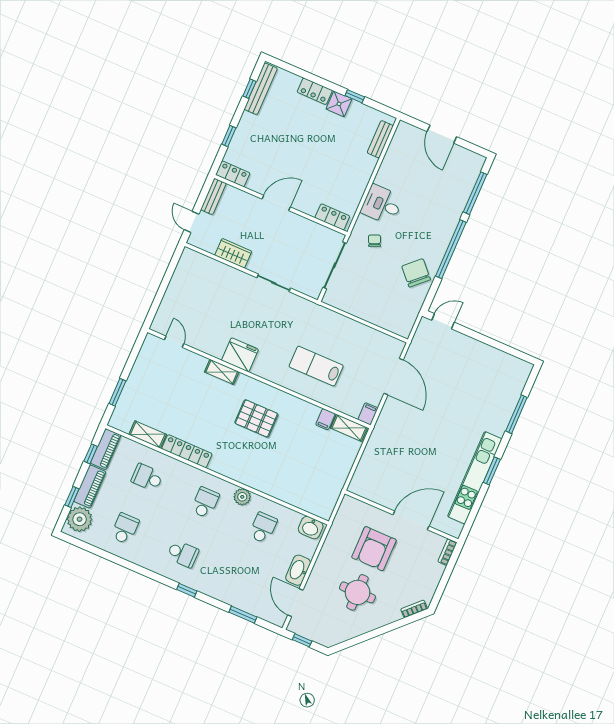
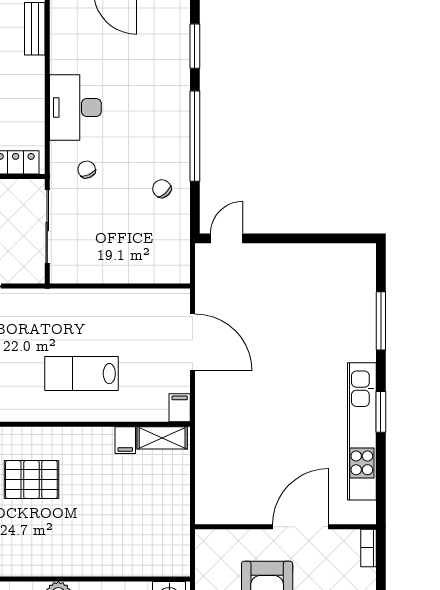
window: (475, 193) -> (195, 46), width x0.69
desk: (382, 205) -> (75, 107), width x1.37
chair: (416, 273) -> (162, 189), width x0.54, depth x0.54

